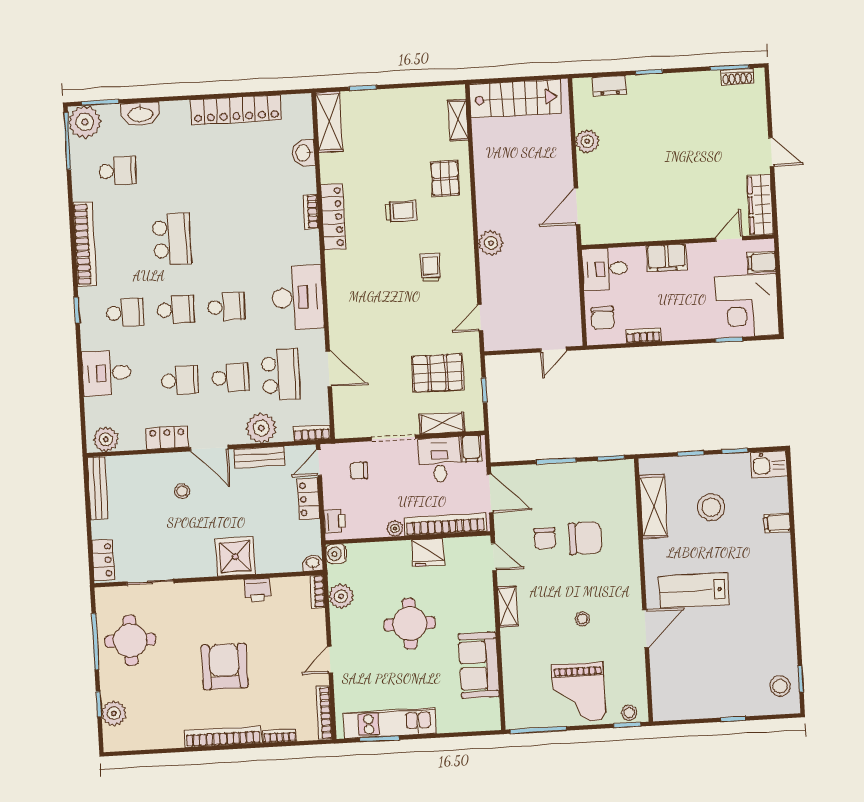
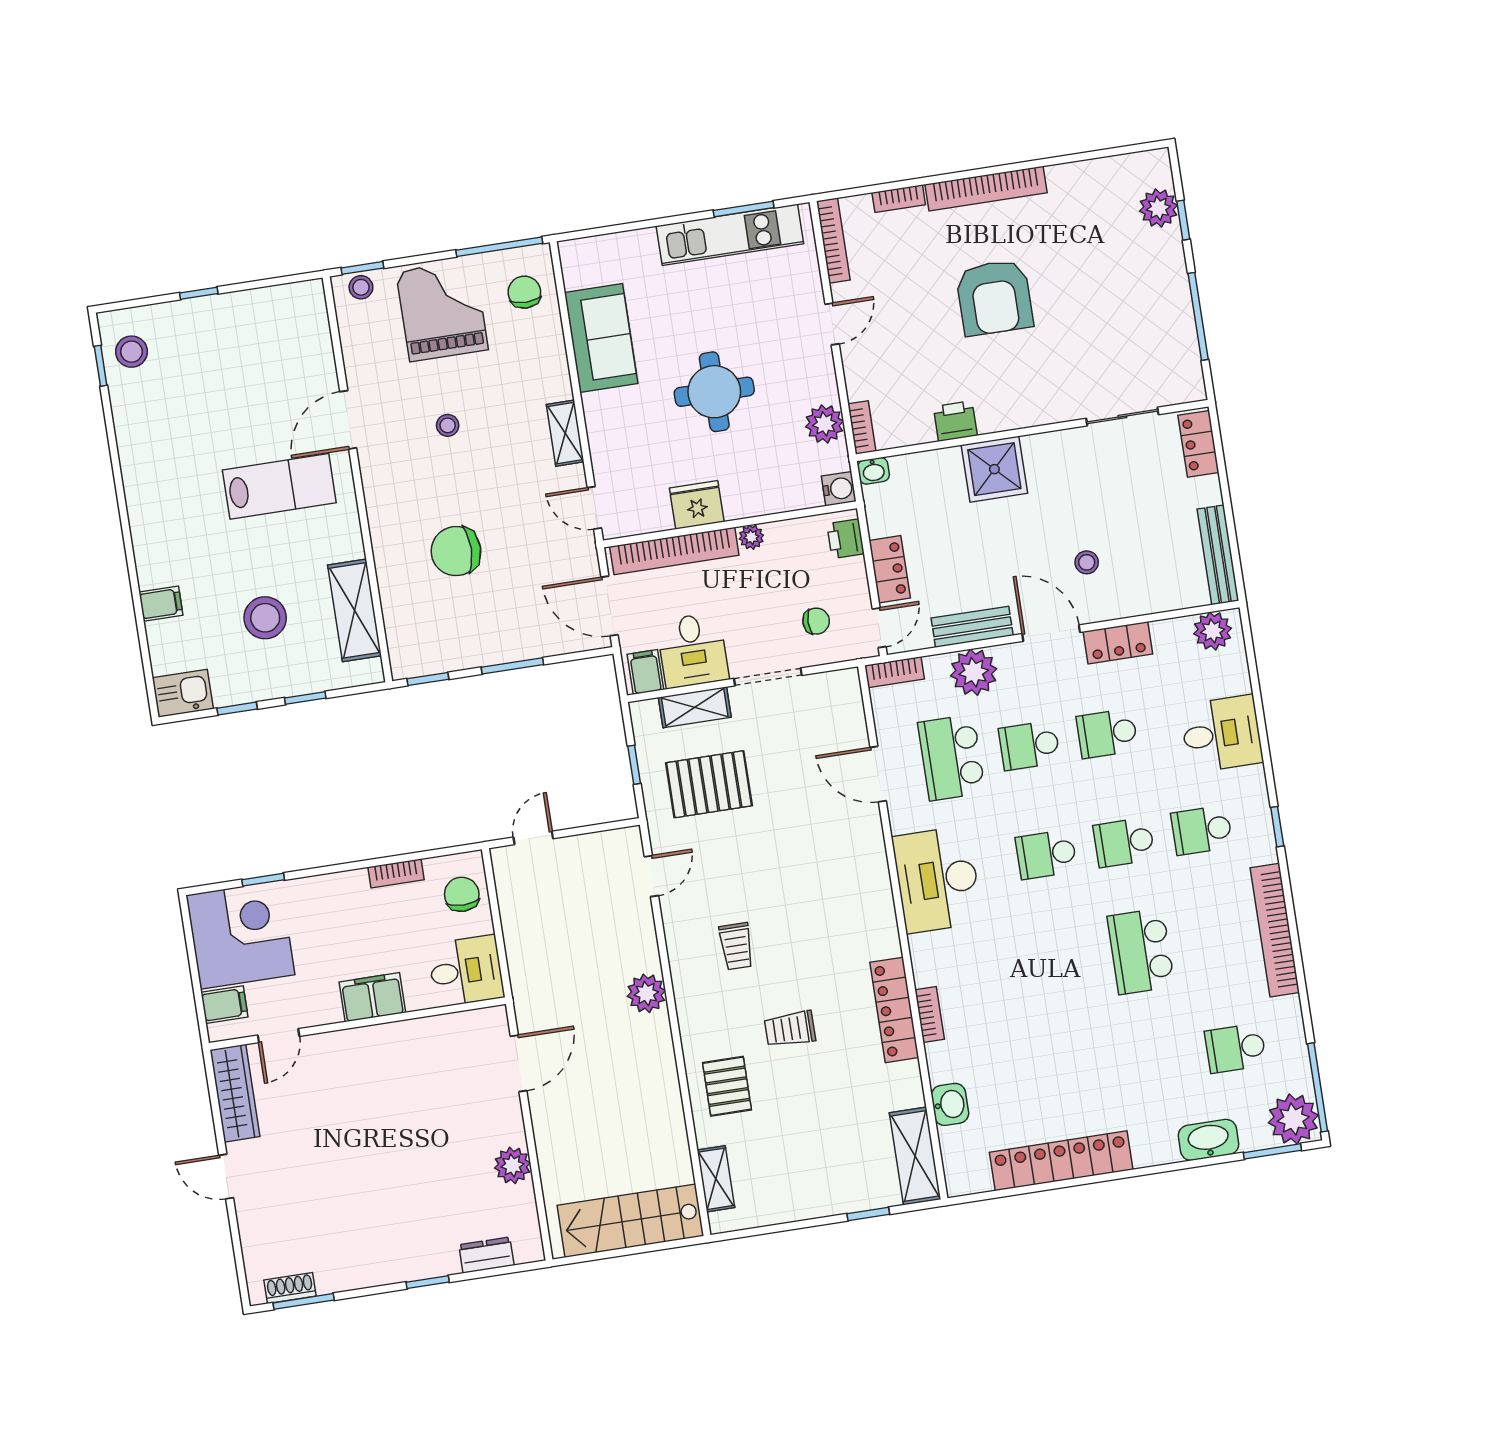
chair: (545, 538) -> (524, 292), moved
round table: (130, 640) -> (1144, 324), removed

